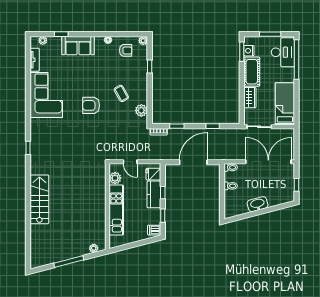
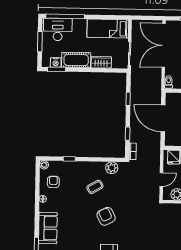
armchair: (91, 105) -> (106, 216), turned 153

